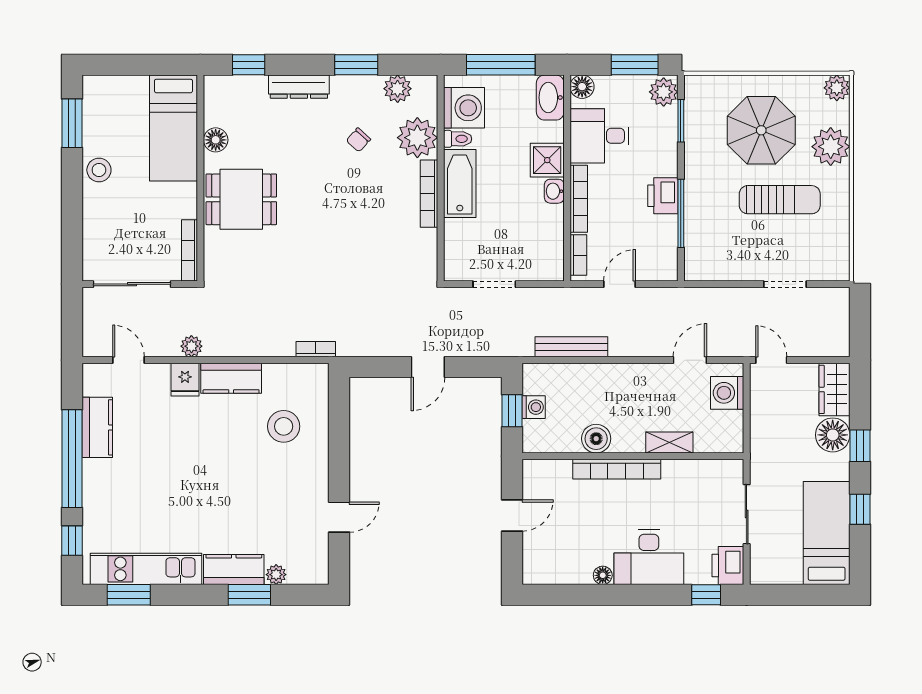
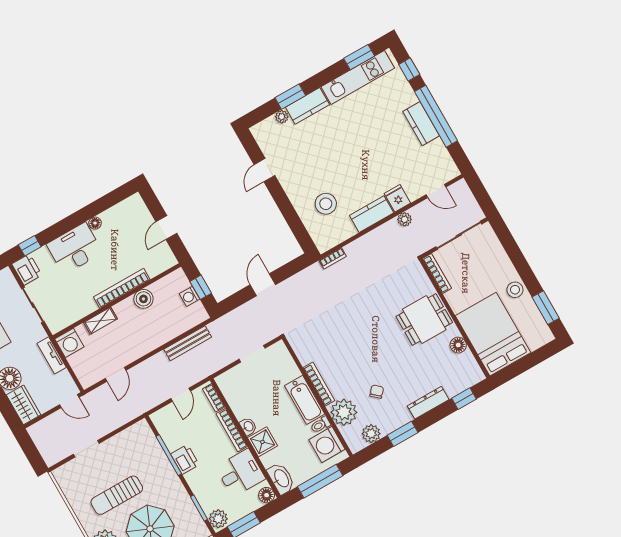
bed: (173, 128) -> (493, 334), width x1.50
washing machine: (727, 393) -> (69, 343), moved, turned 90
kitchen counter: (97, 427) -> (421, 124), moved
tv unit: (760, 434) -> (52, 355), added

